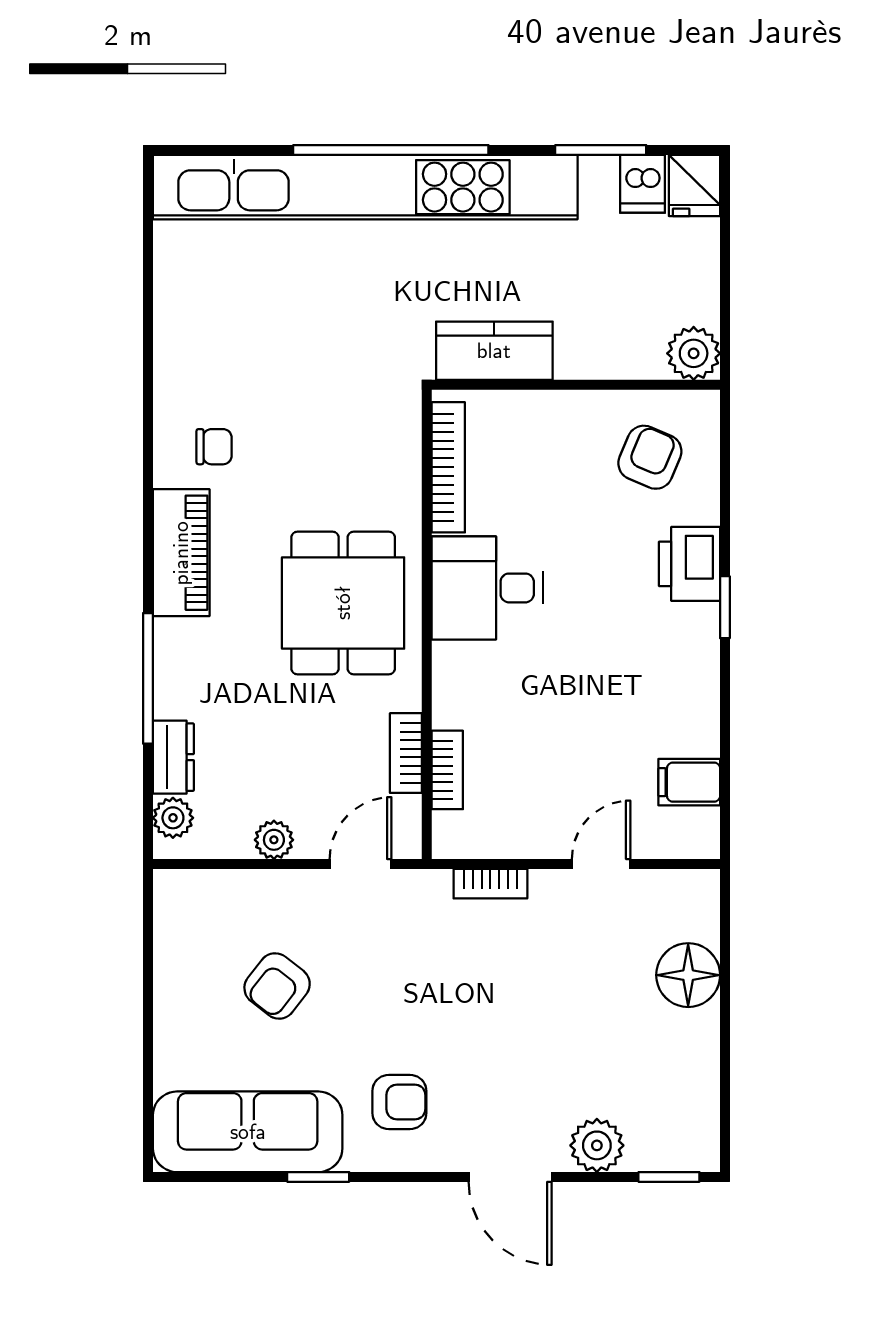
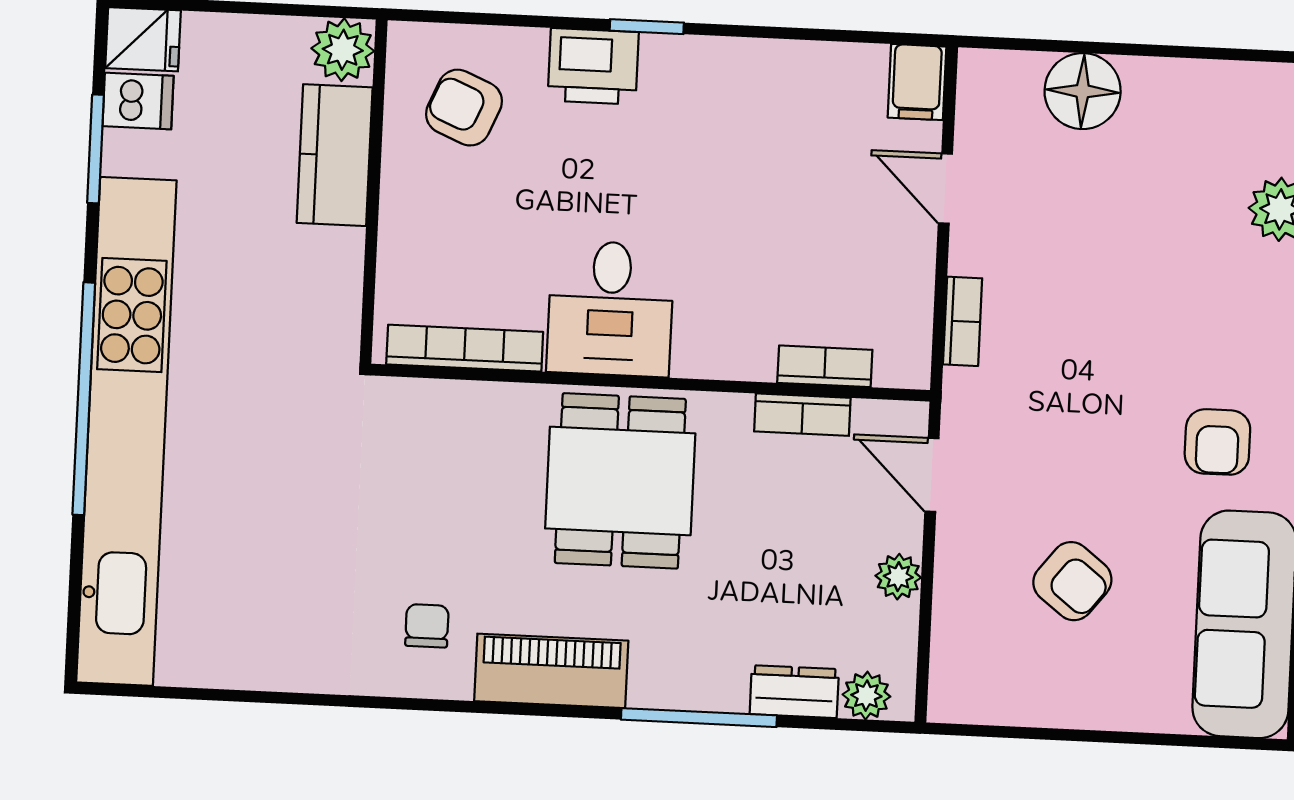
kitchen counter: (494, 351) -> (335, 155), moved
dining table: (343, 603) -> (620, 481), turned 90
filing cabinet: (689, 782) -> (917, 82), moved
armchair: (399, 1102) -> (1217, 442), turned 180

